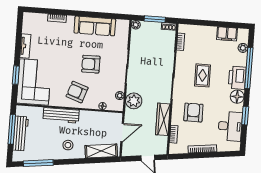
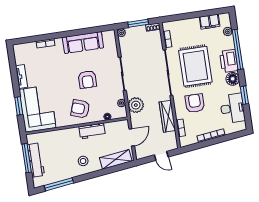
armchair: (91, 64) -> (87, 80), turned -90
rug: (203, 75) -> (195, 66), width x1.86, depth x2.06
workbench: (61, 115) -> (92, 131), moved, width x0.73

